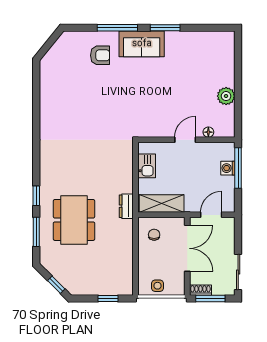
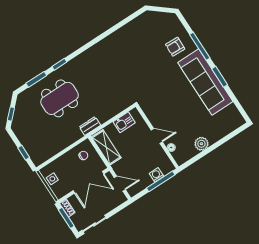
sofa: (142, 44) -> (205, 82), width x1.85, depth x1.27
armchair: (100, 55) -> (175, 47), turned 92

